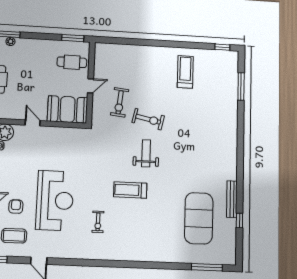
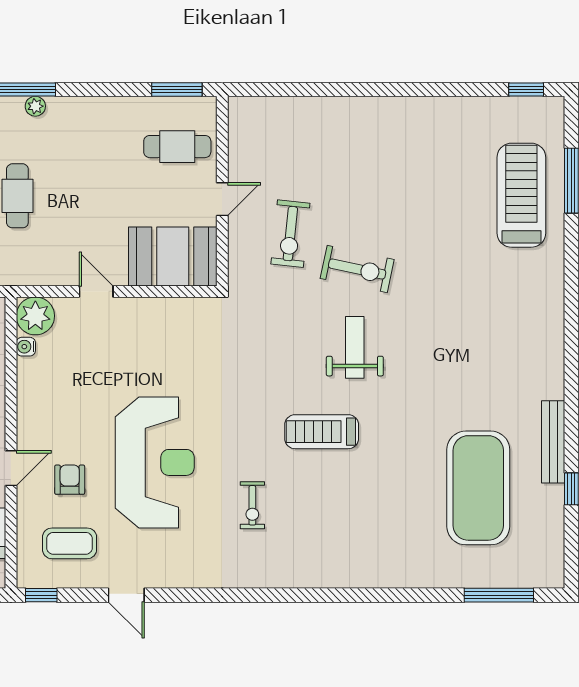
treadmill: (185, 72) -> (521, 195), moved, width x1.37, depth x1.38

